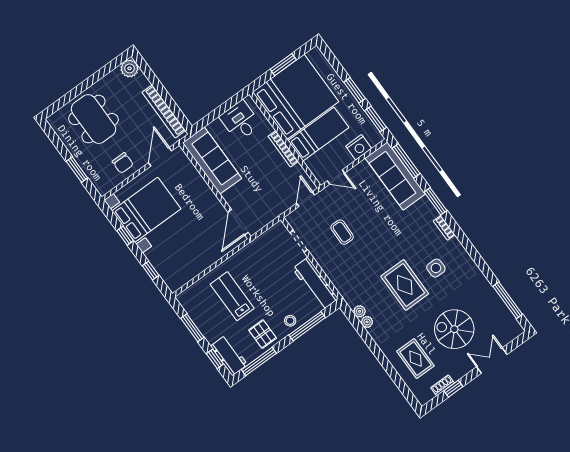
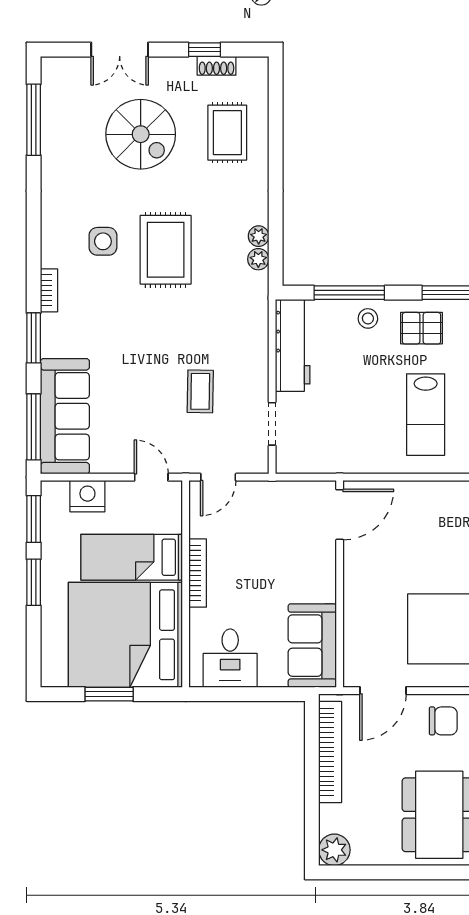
sofa: (212, 161) -> (312, 646), width x0.73
chair: (123, 163) -> (443, 721), turned 90
pallet: (263, 334) -> (422, 328), turned 90

